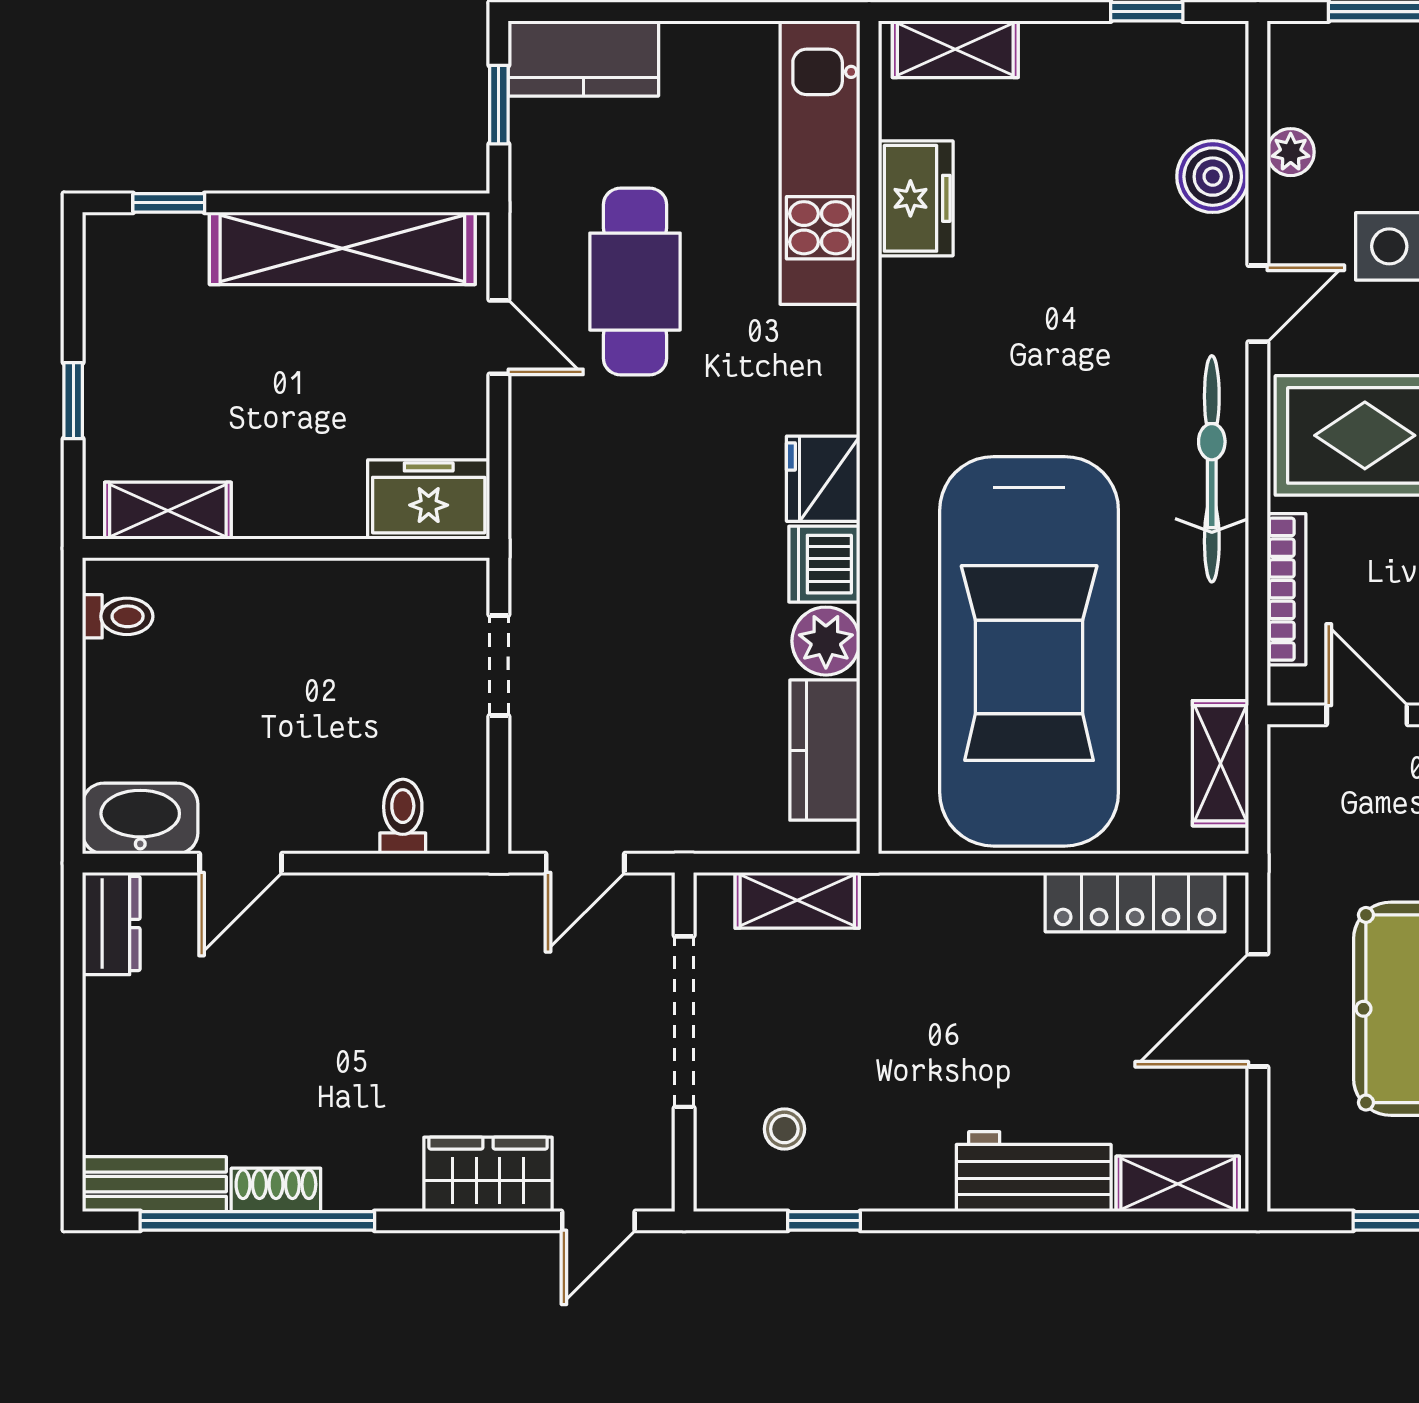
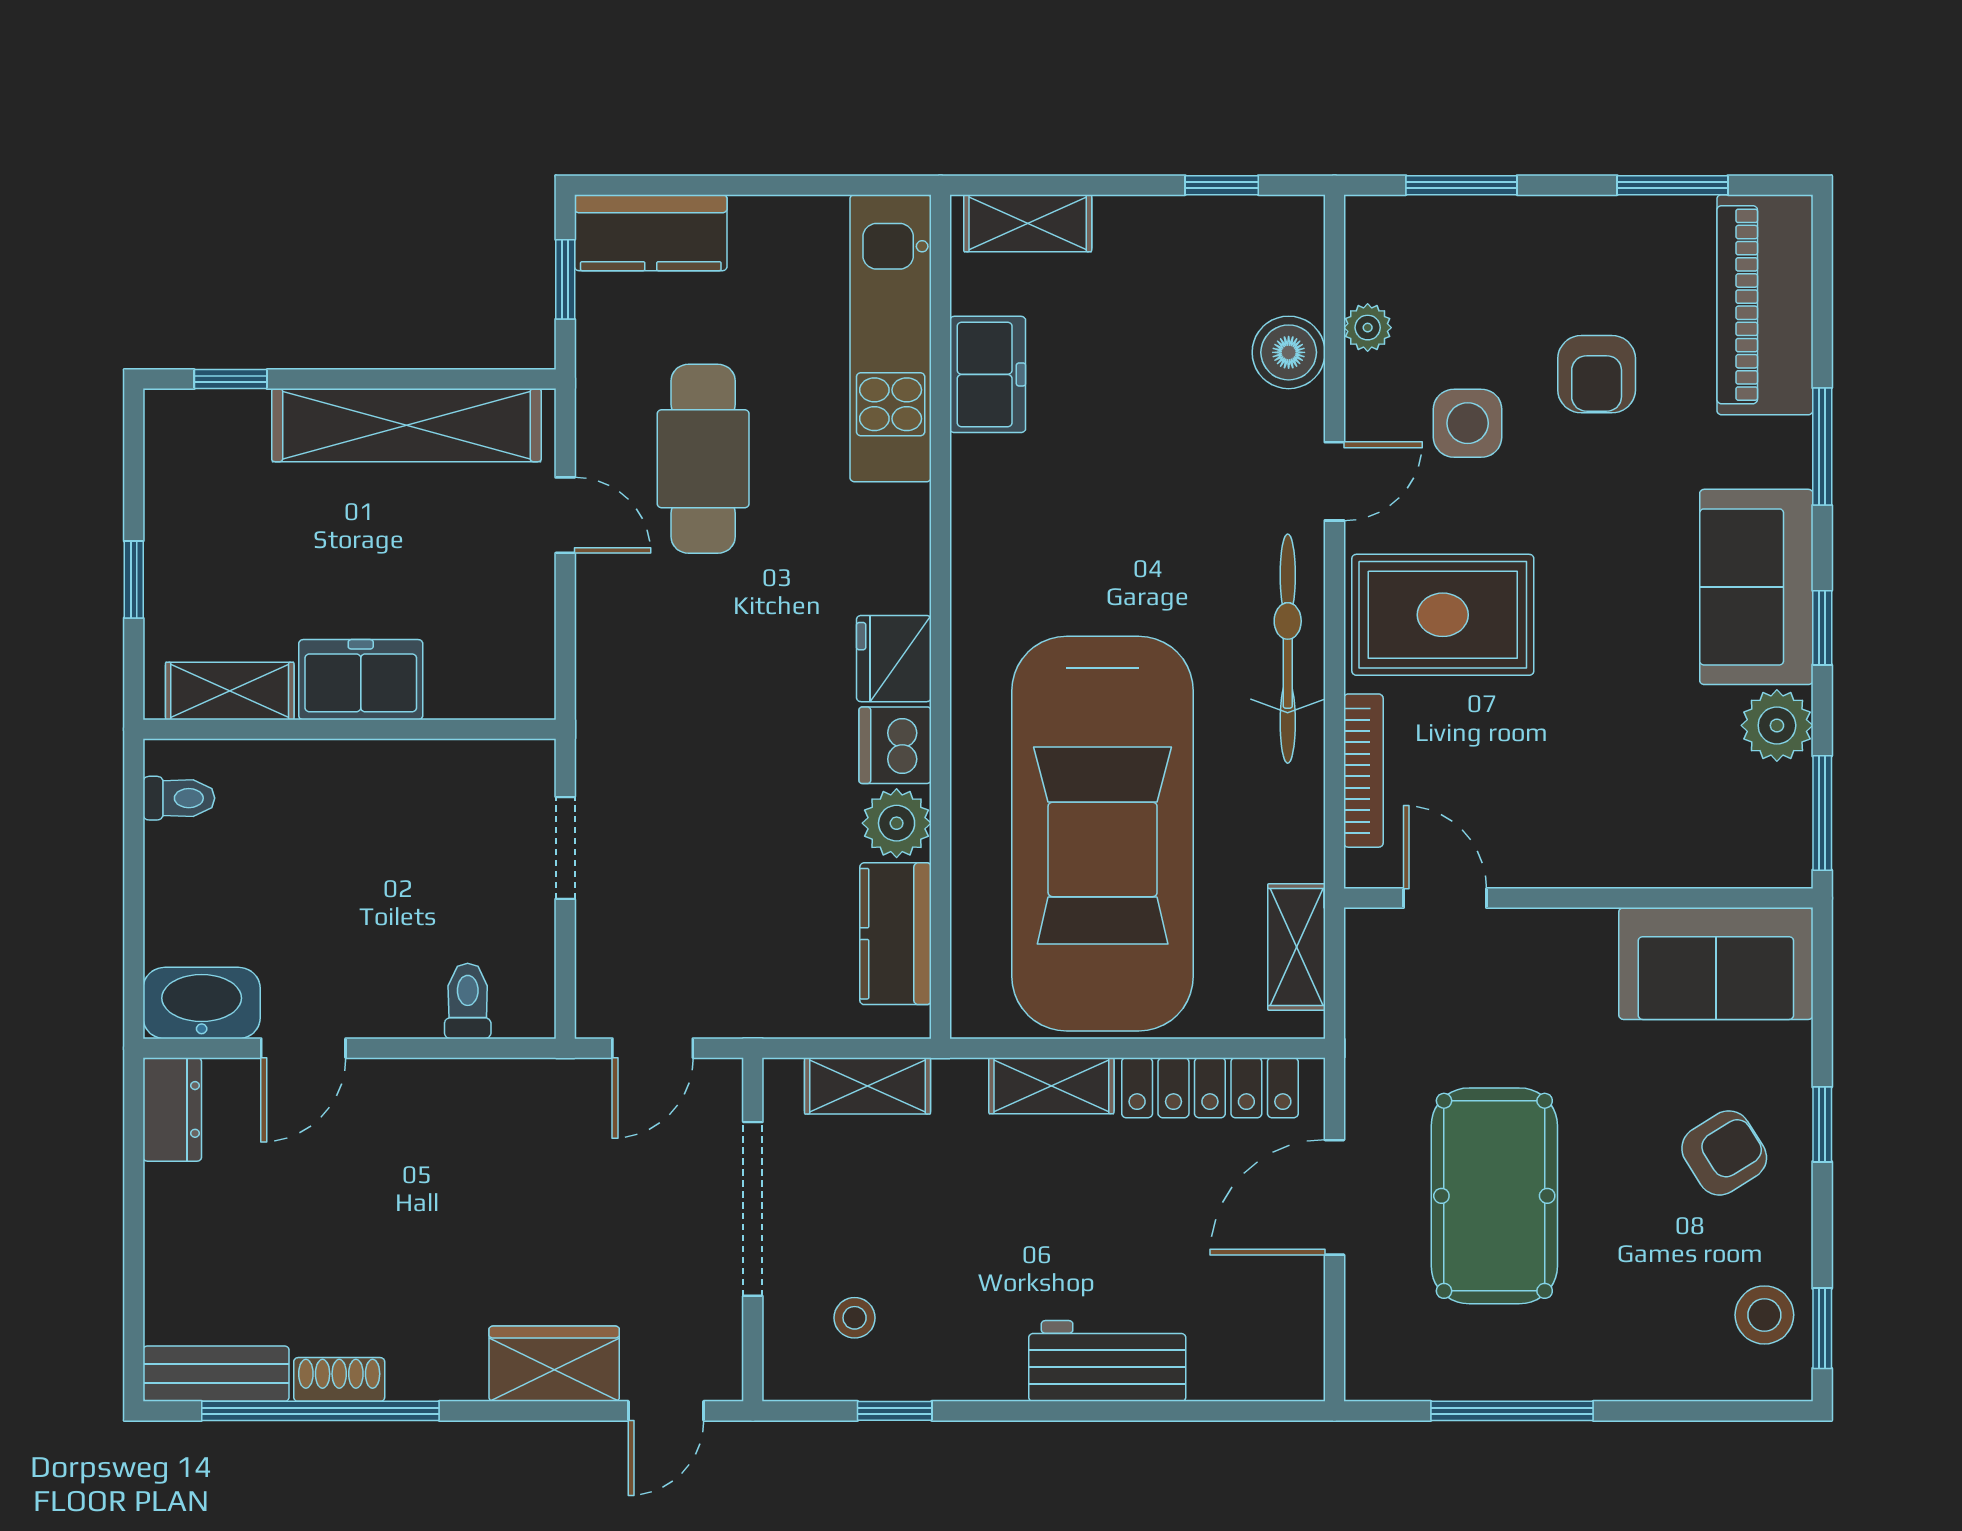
freezer: (429, 499) -> (361, 680), moved
shelving: (1178, 1184) -> (1051, 1086), moved

